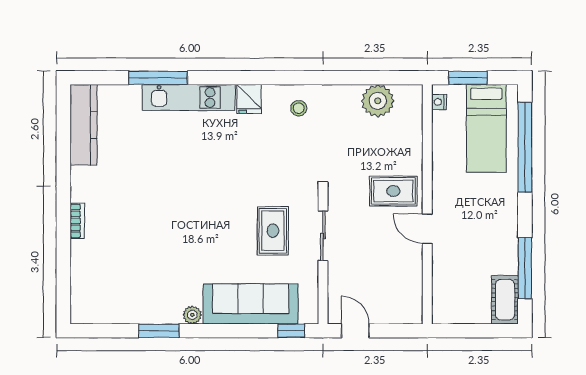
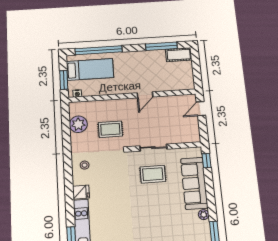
rug: (393, 191) -> (110, 129), moved, turned 90
door: (355, 331) -> (201, 109), moved

